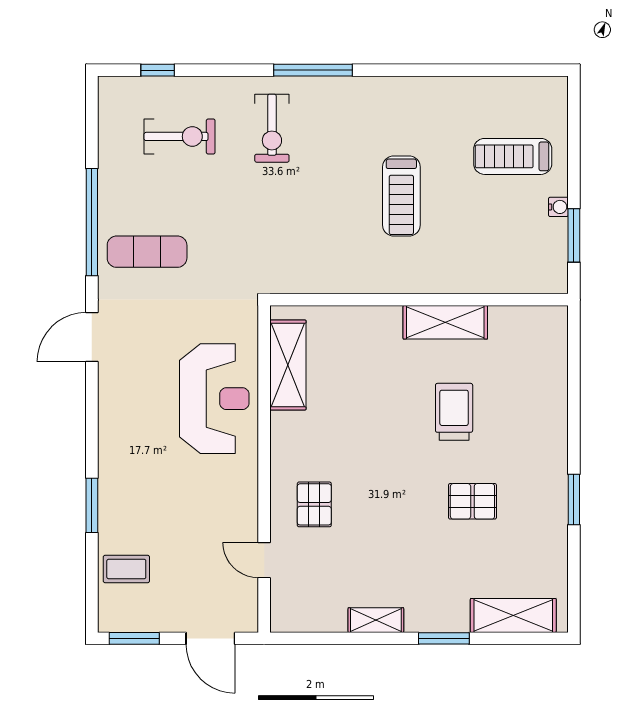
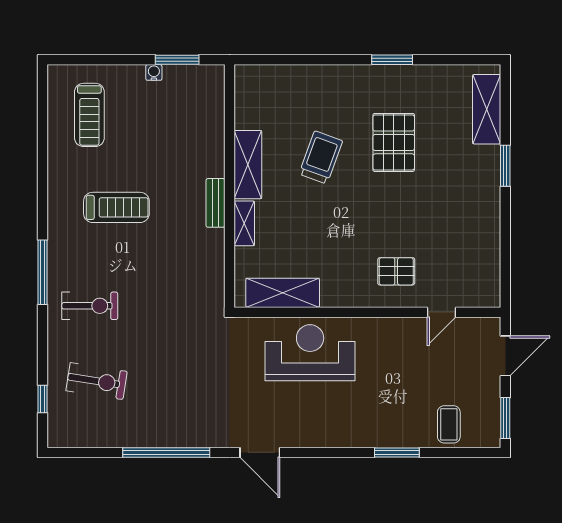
exercise bike: (180, 136) -> (97, 381), turned 99
treadmill: (513, 156) -> (89, 115), moved
treadmill: (401, 196) -> (116, 207), moved
exercise mat: (147, 252) -> (190, 408), removed
bench: (398, 283) -> (215, 203), added
trolley: (454, 412) -> (321, 157), turned 110
pallet: (472, 501) -> (394, 142), width x1.50, depth x1.42
shelving: (376, 620) -> (244, 223), moved

